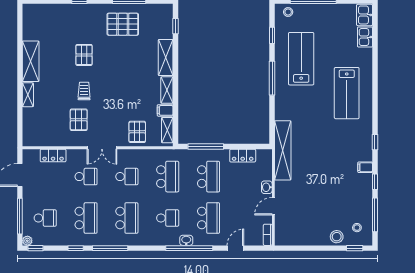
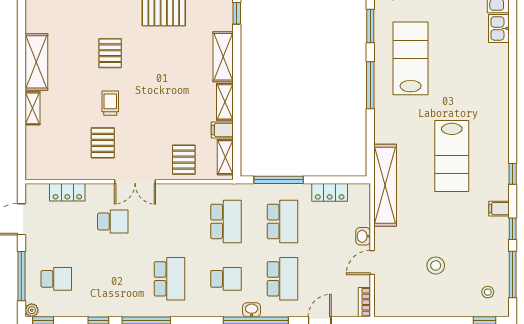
window: (272, 35) -> (370, 26), width x1.50
lab bench: (347, 93) -> (452, 156), moved
school desk: (127, 177) -> (169, 222), removed
school desk: (86, 218) -> (113, 279), removed
stool: (337, 237) -> (436, 265), moved

